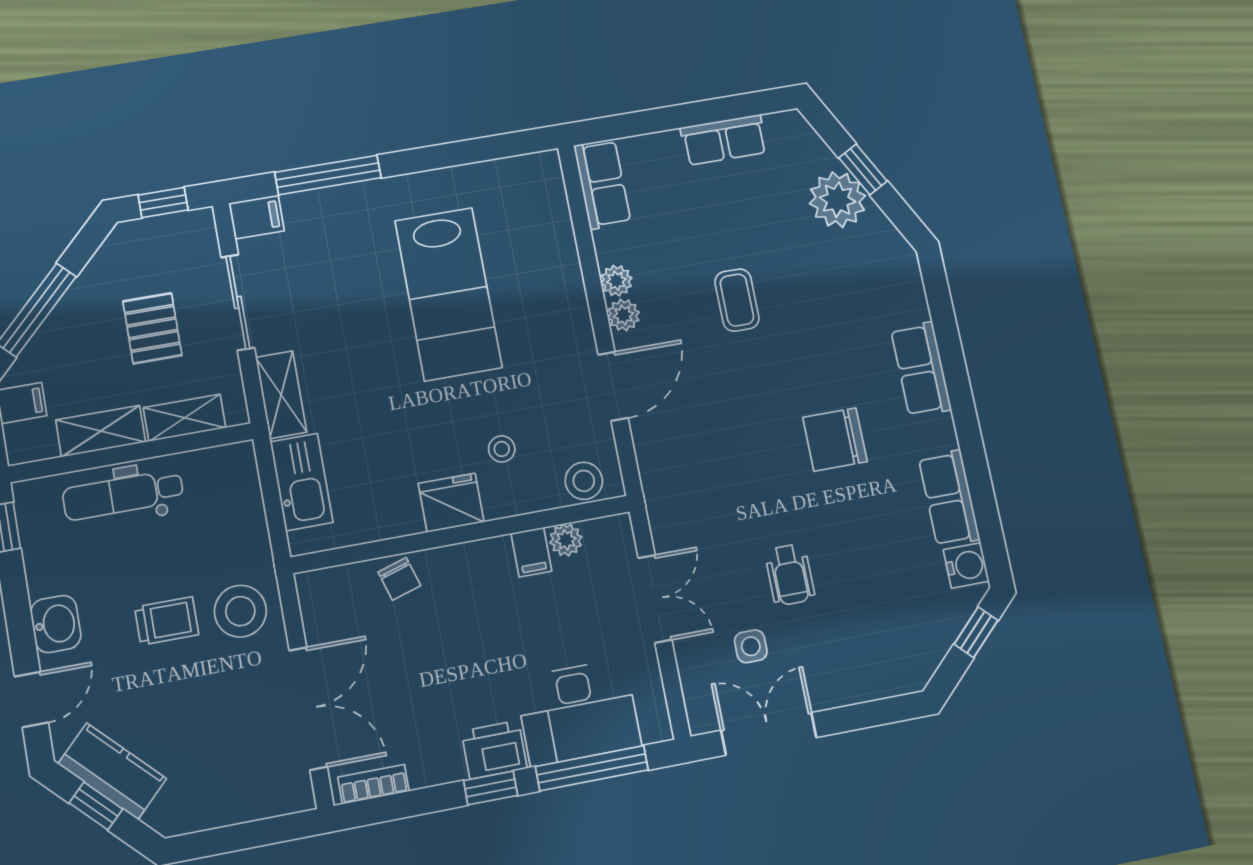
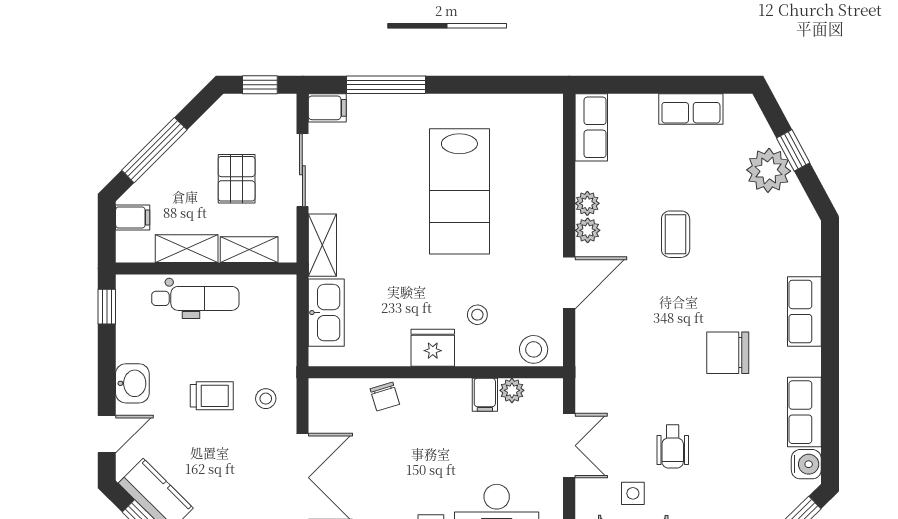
dental chair: (123, 495) -> (195, 298), turned 180
stool: (240, 611) -> (266, 399), width x0.53, depth x0.53

